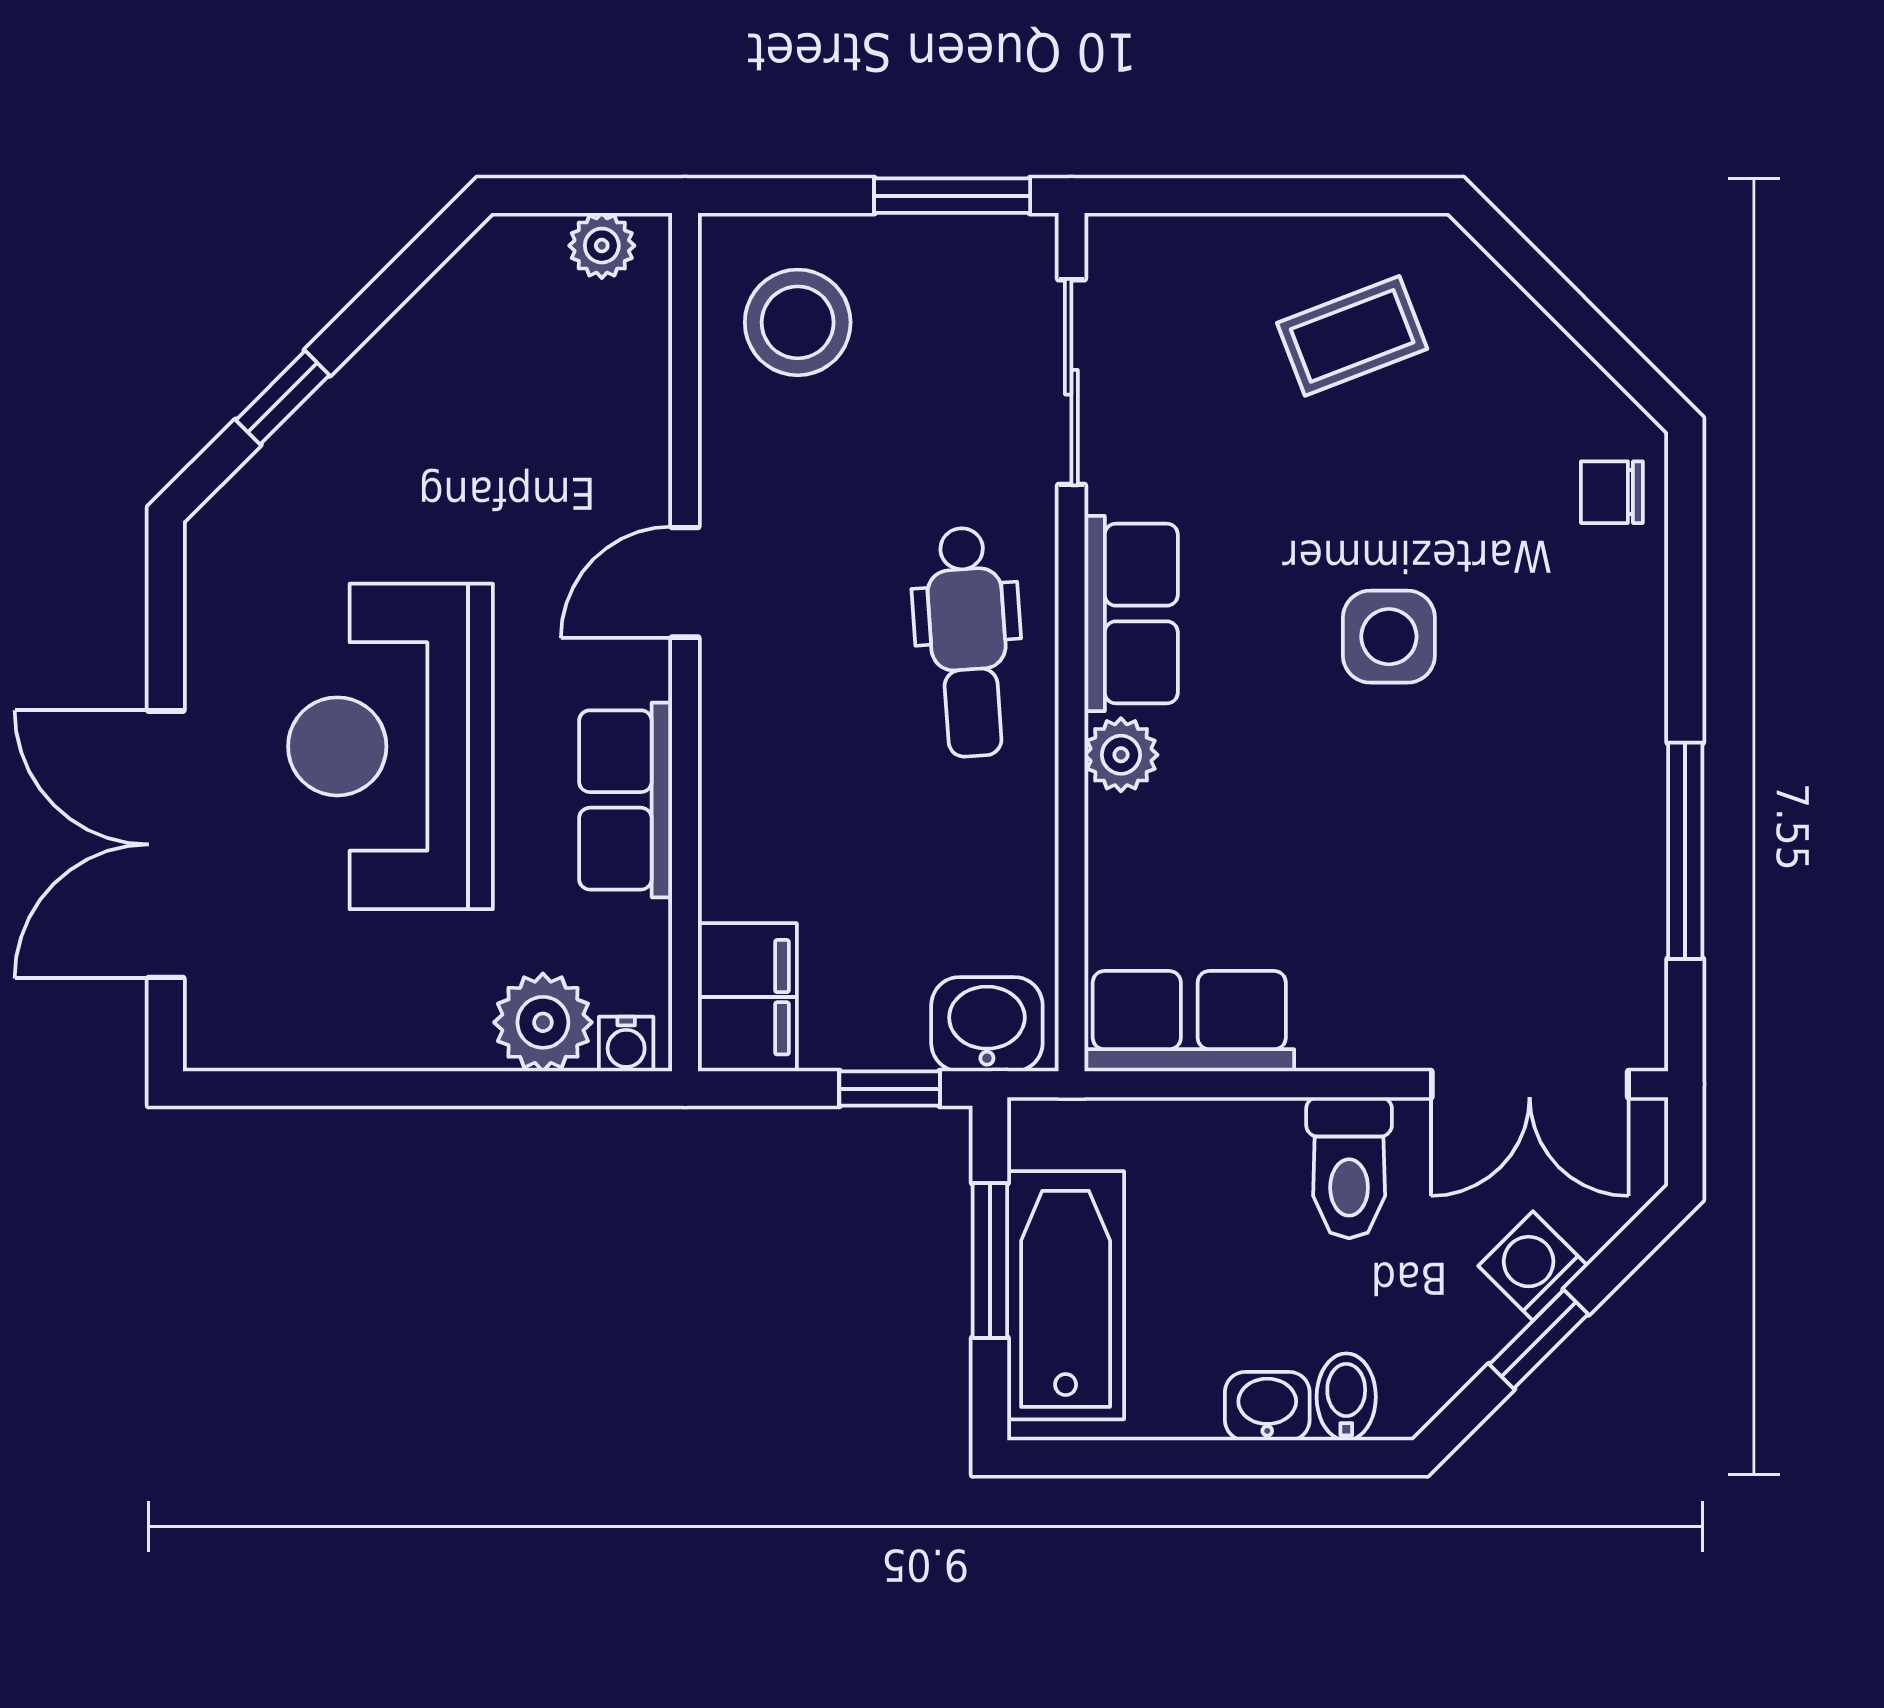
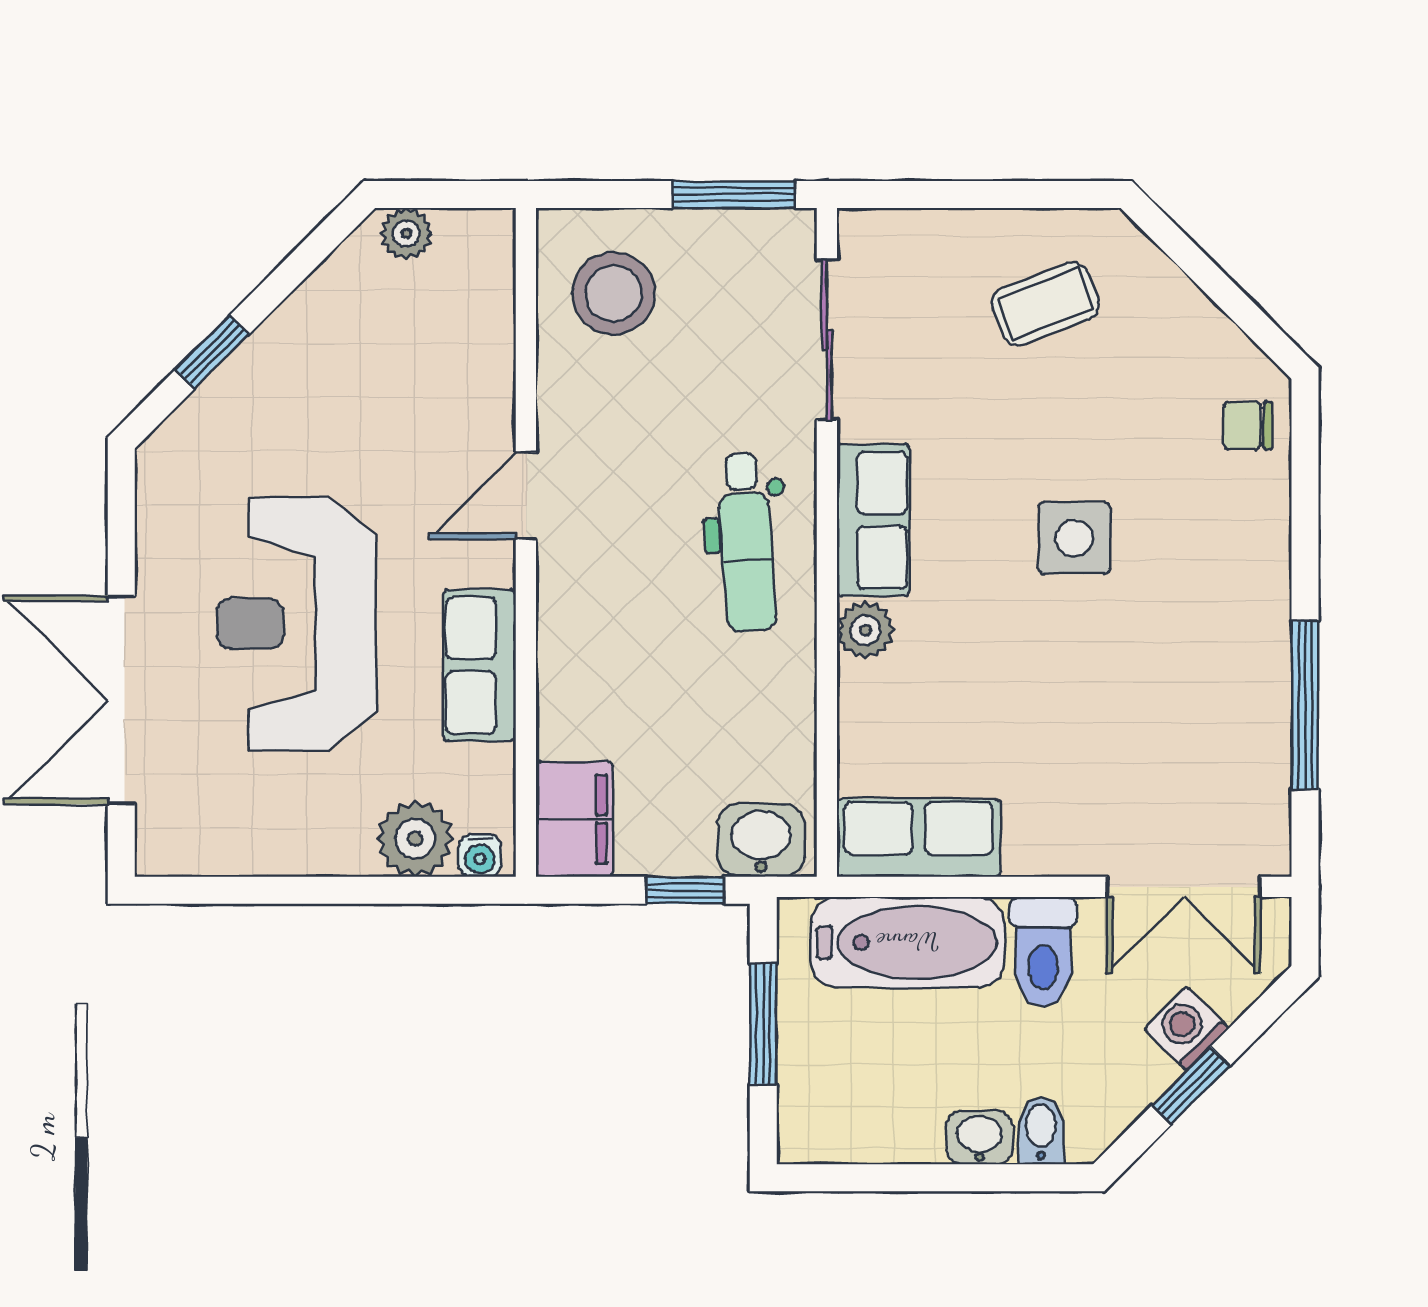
plant: (602, 246) -> (406, 233), moved
bathtub: (1066, 1295) -> (908, 942), moved, turned 90

